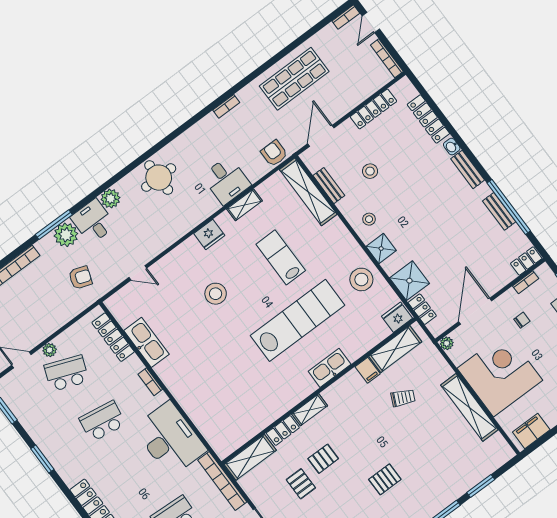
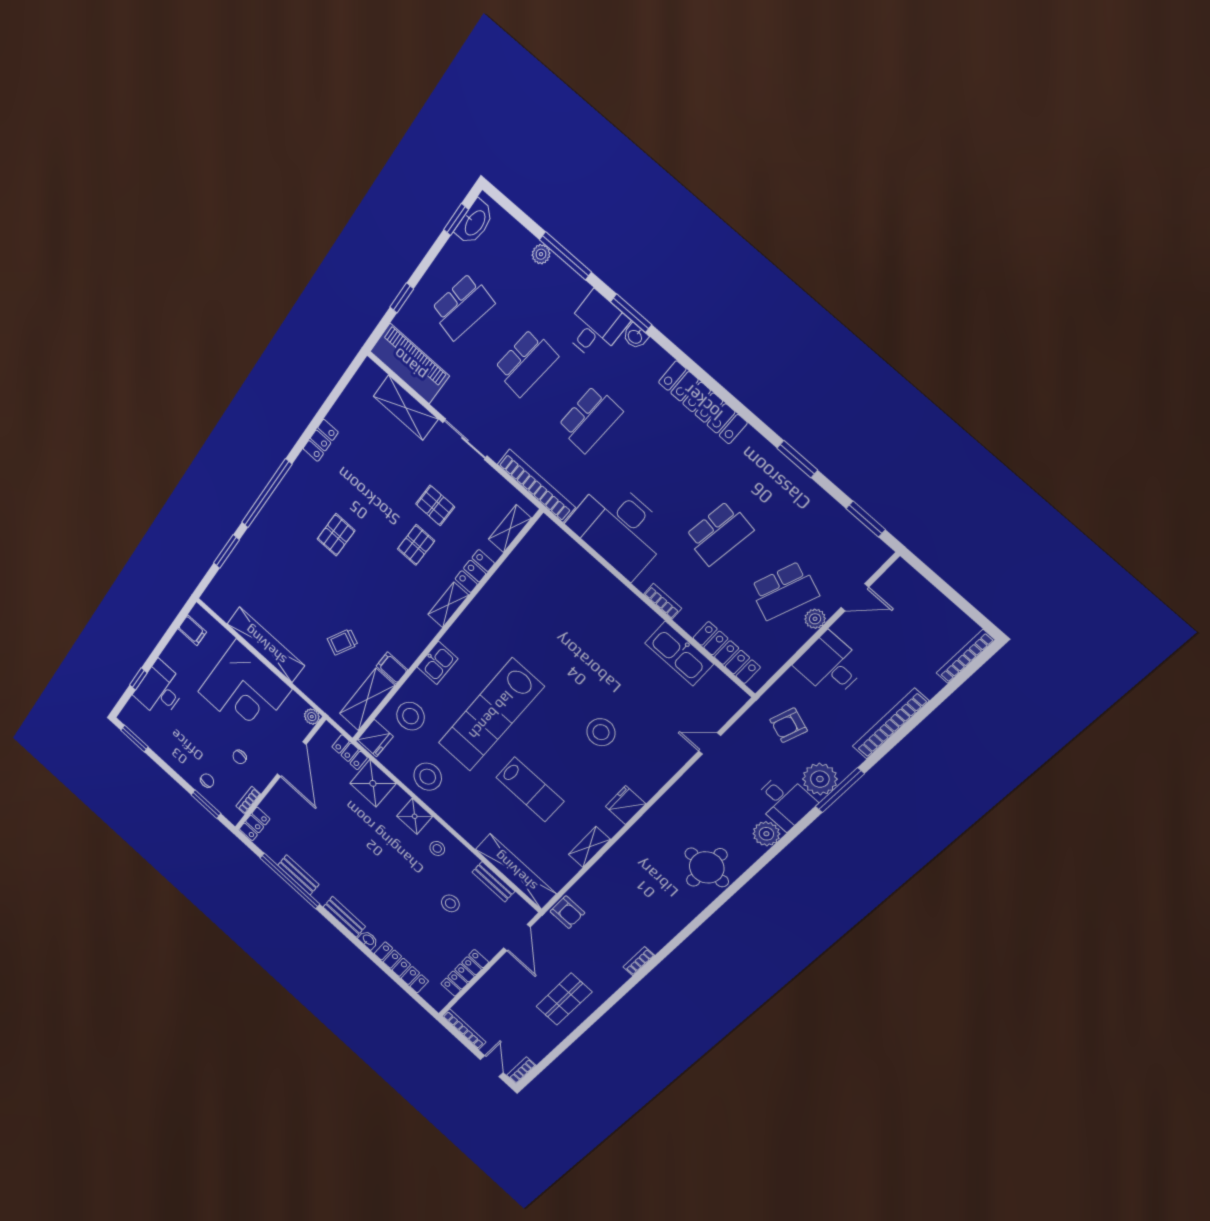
shop shelf: (294, 79) -> (564, 999), width x0.70, depth x0.74
desk: (226, 180) -> (830, 665), moved
stool: (363, 330) -> (411, 716), added
kitchen sink: (330, 368) -> (437, 663), width x0.73
filing cabinet: (531, 431) -> (192, 630), width x0.50
shelving: (250, 457) -> (510, 529), width x0.67, depth x0.75

